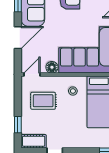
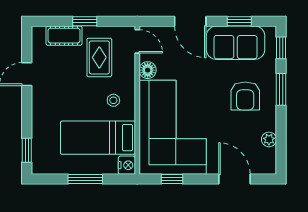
window: (18, 125) -> (85, 21), moved
cot: (34, 141) -> (64, 36), moved, turned 90

